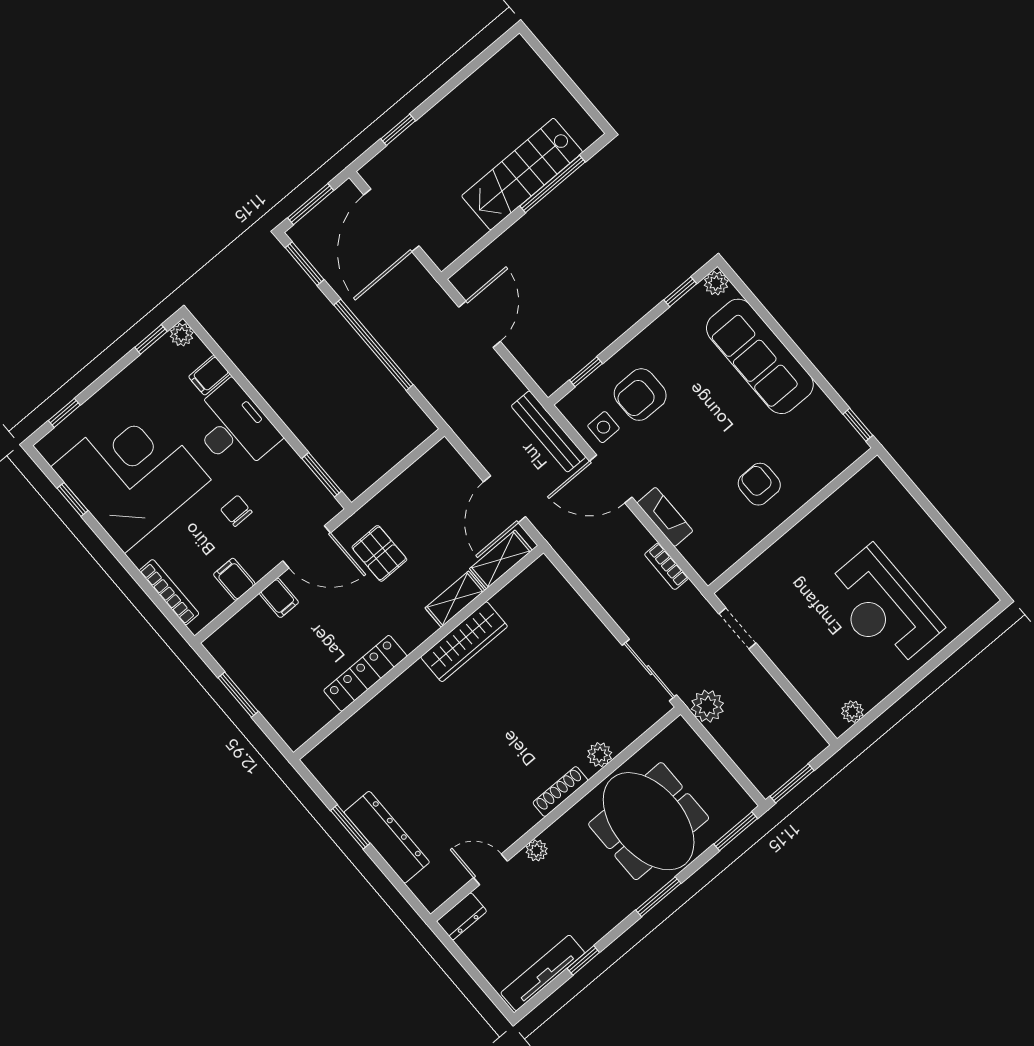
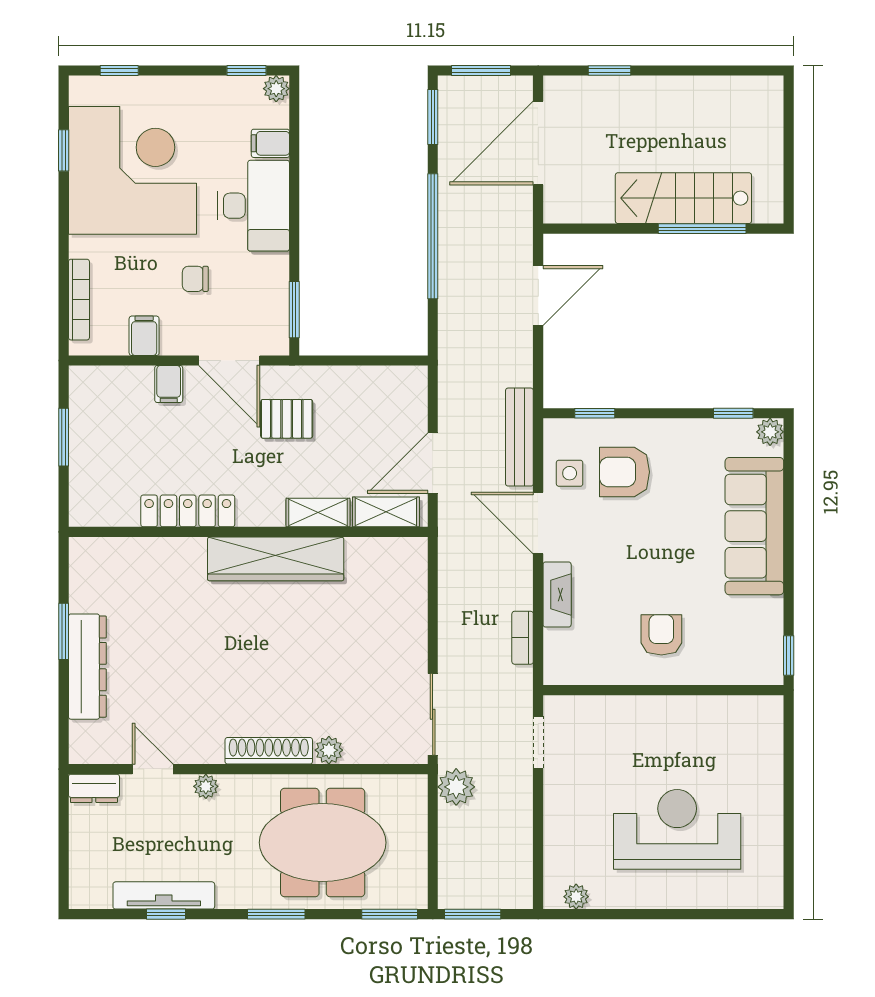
chair: (236, 511) -> (195, 279), turned -90
pallet: (379, 553) -> (287, 419), turned 90
reception desk: (882, 607) -> (677, 829), turned 90
wardrobe: (464, 642) -> (276, 559), width x1.40, depth x1.17
shoe rack: (560, 792) -> (269, 751), width x1.36, depth x1.24
meeting table: (649, 821) -> (323, 843), turned 90
tv unit: (543, 973) -> (164, 895), moved

